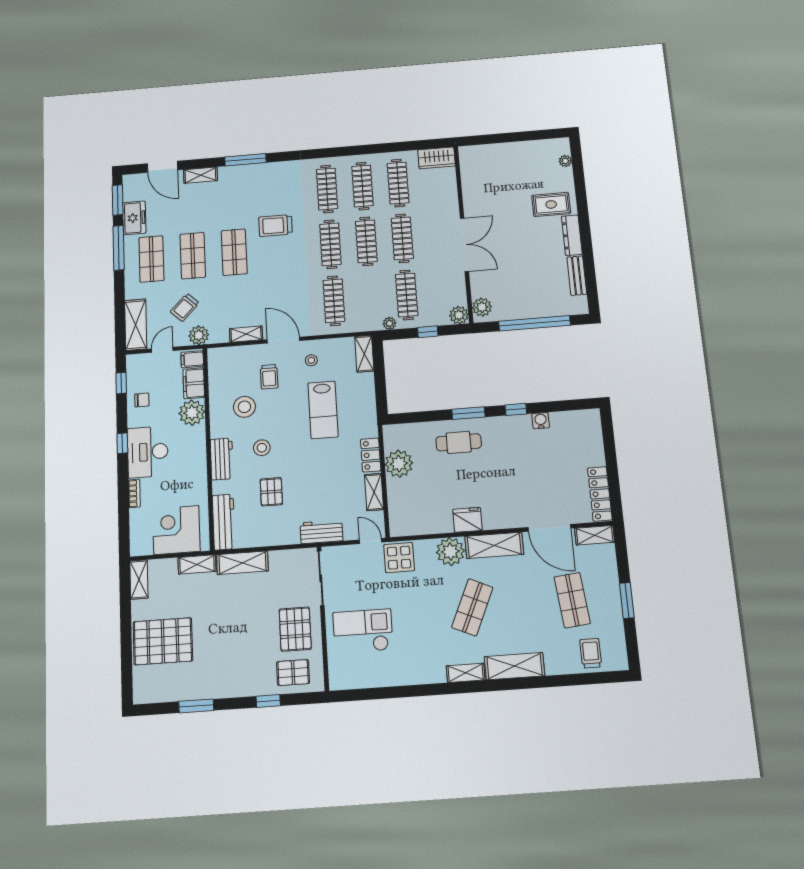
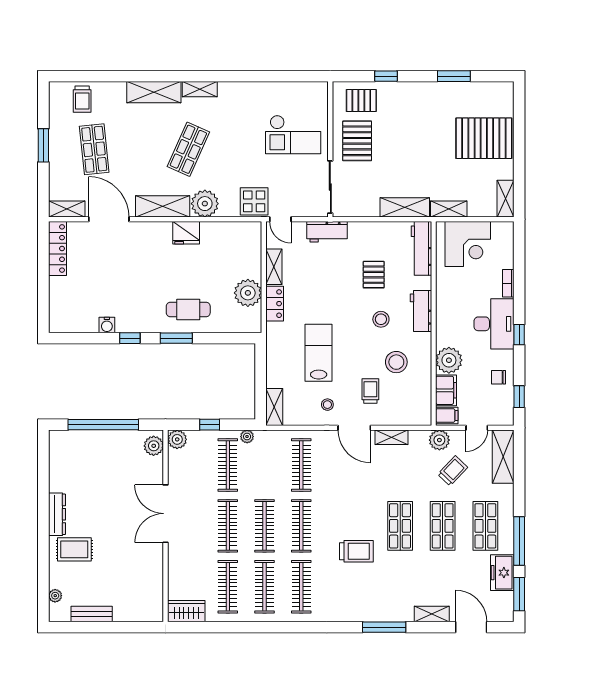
bench: (577, 276) -> (92, 614), moved, turned 90

